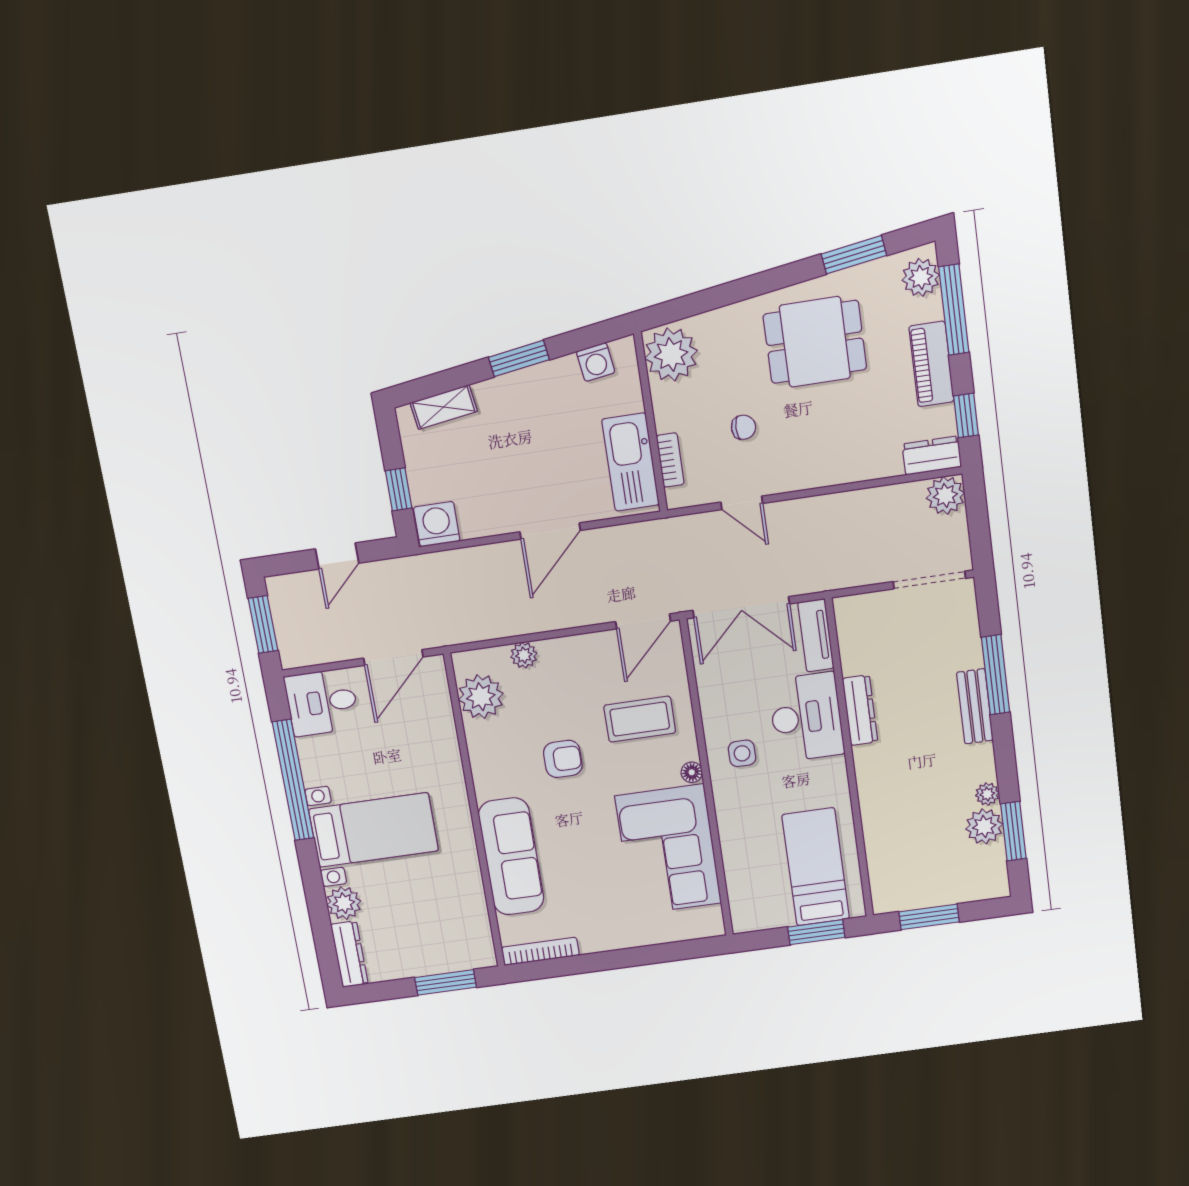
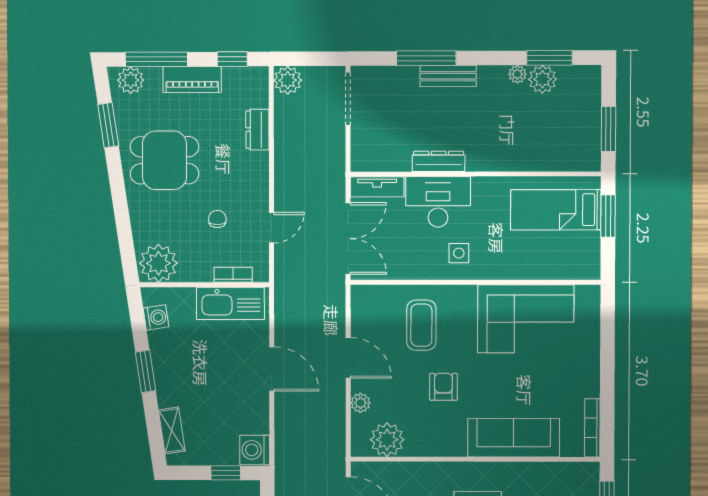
dining table: (815, 342) -> (164, 160), turned 90
dresser: (932, 456) -> (257, 130), moved
door: (643, 621) -> (348, 358), moved
floor lamp: (692, 772) -> (468, 293), removed

